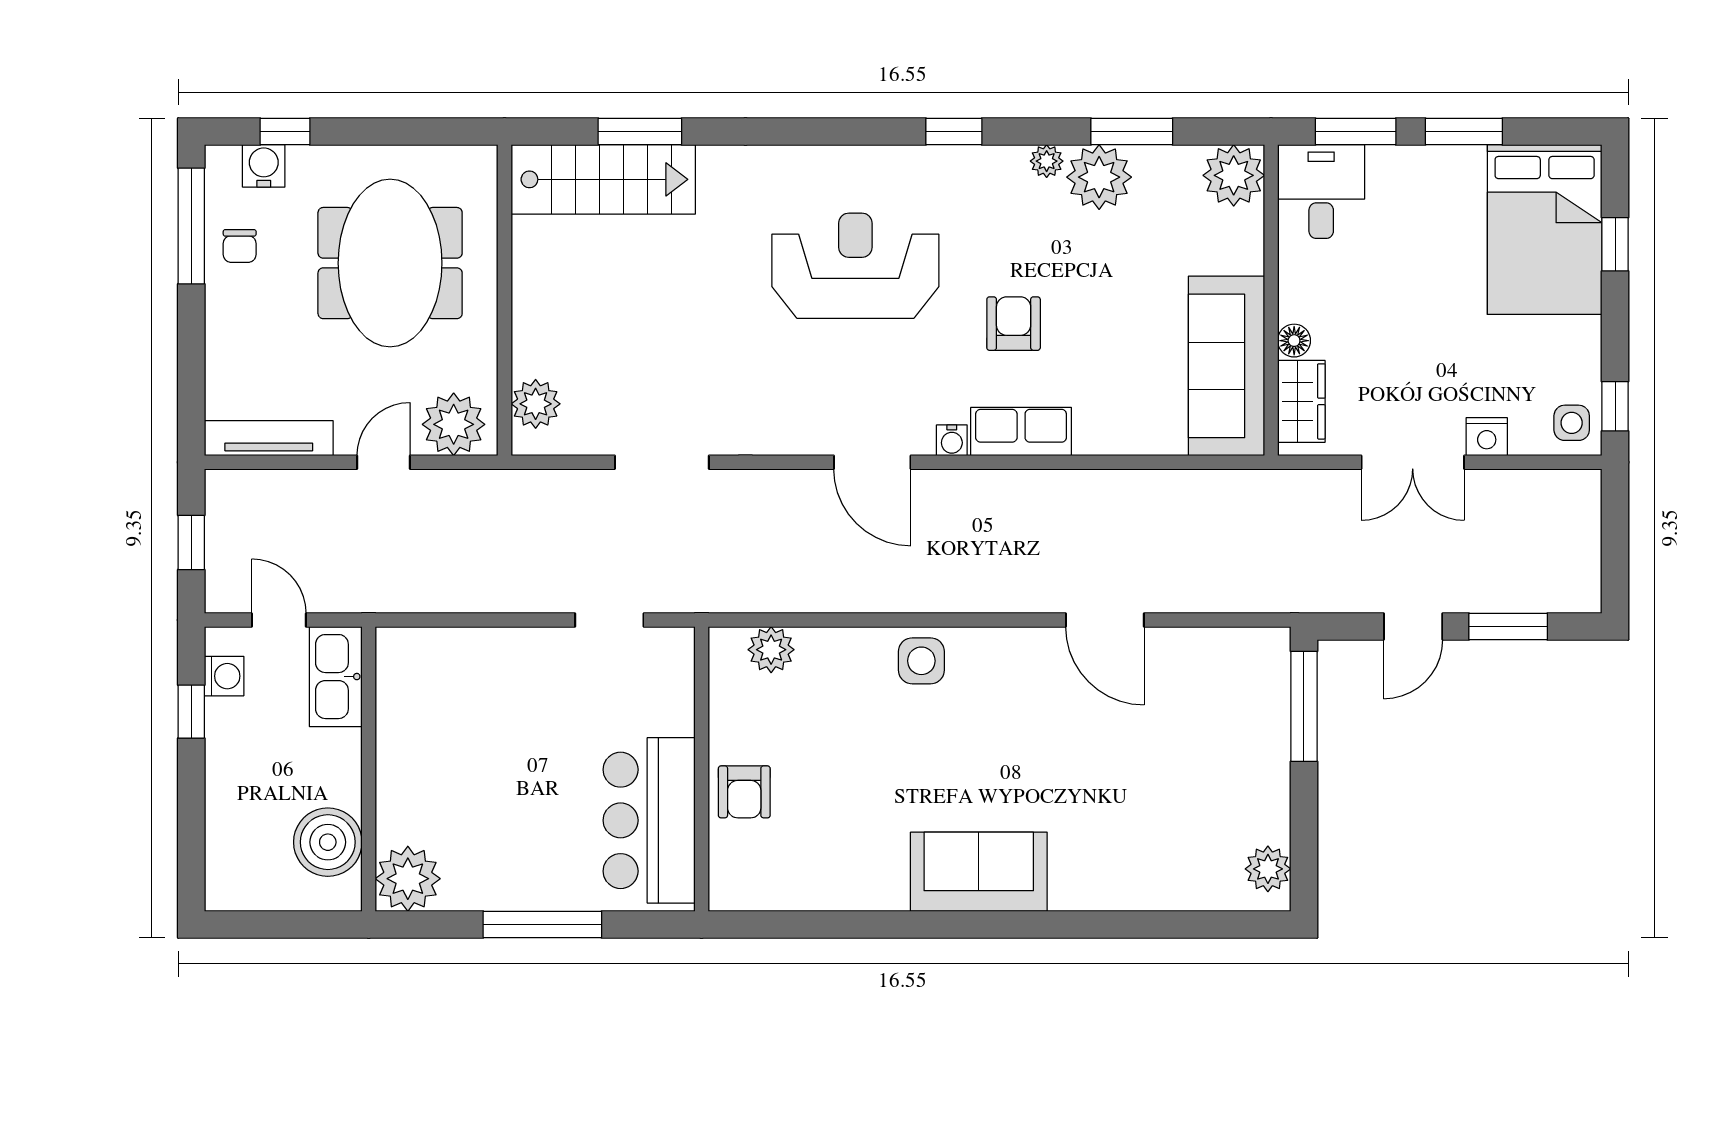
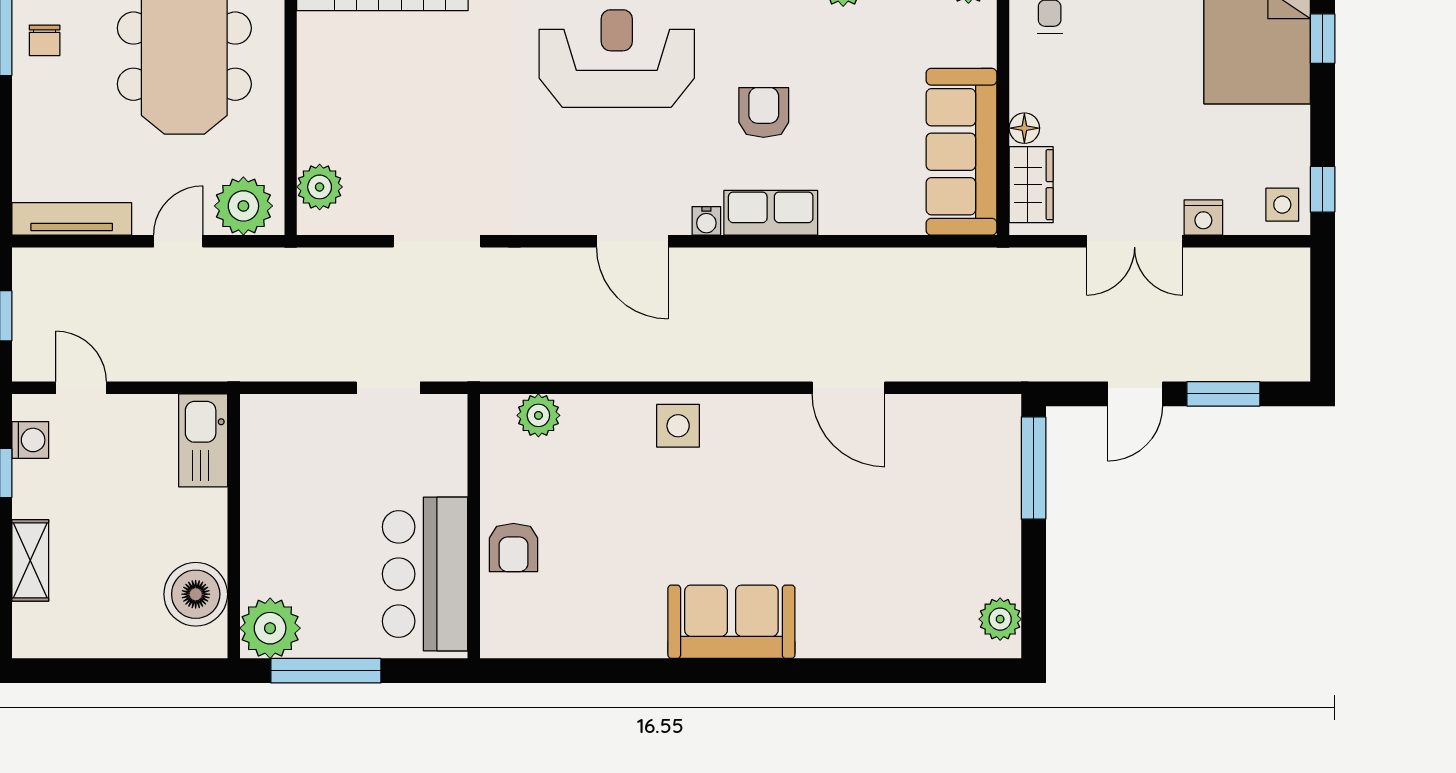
kitchen sink: (336, 677) -> (203, 440), moved
wall: (369, 769) -> (234, 526), moved
shelving: (224, 806) -> (30, 560), added
boiler: (328, 842) -> (196, 594), moved
plant: (408, 879) -> (270, 628), moved

